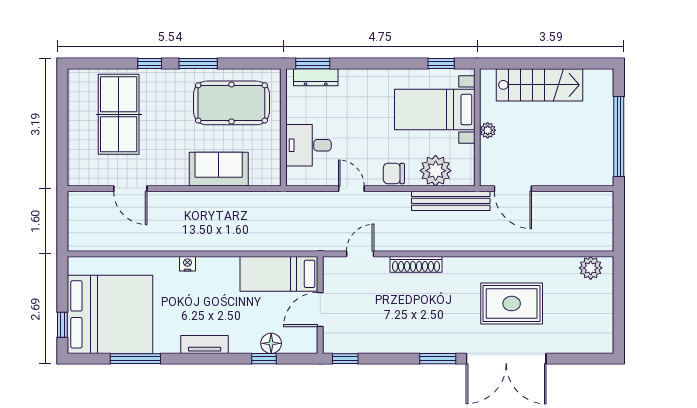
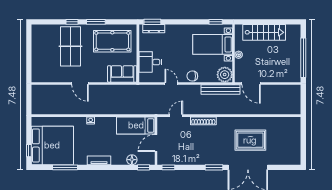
table tennis table: (119, 114) -> (70, 46), moved
sofa: (219, 169) -> (122, 74), moved
plant: (436, 171) -> (225, 75), moved
door: (130, 189) -> (80, 83), moved
plant: (591, 268) -> (289, 123), removed
window: (264, 359) -> (144, 167), moved

